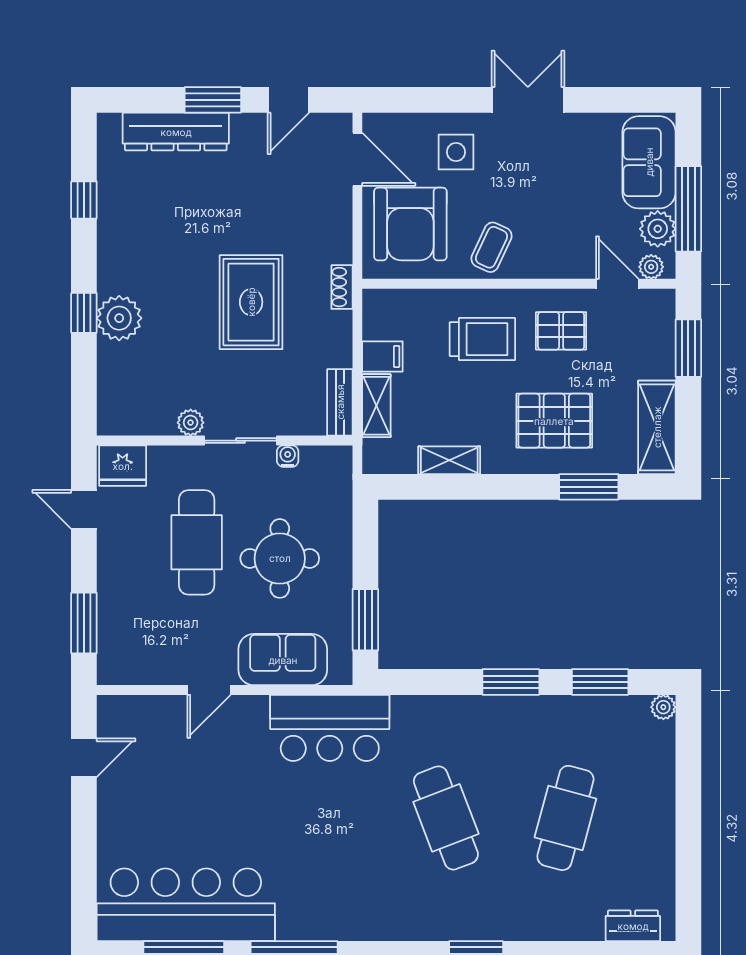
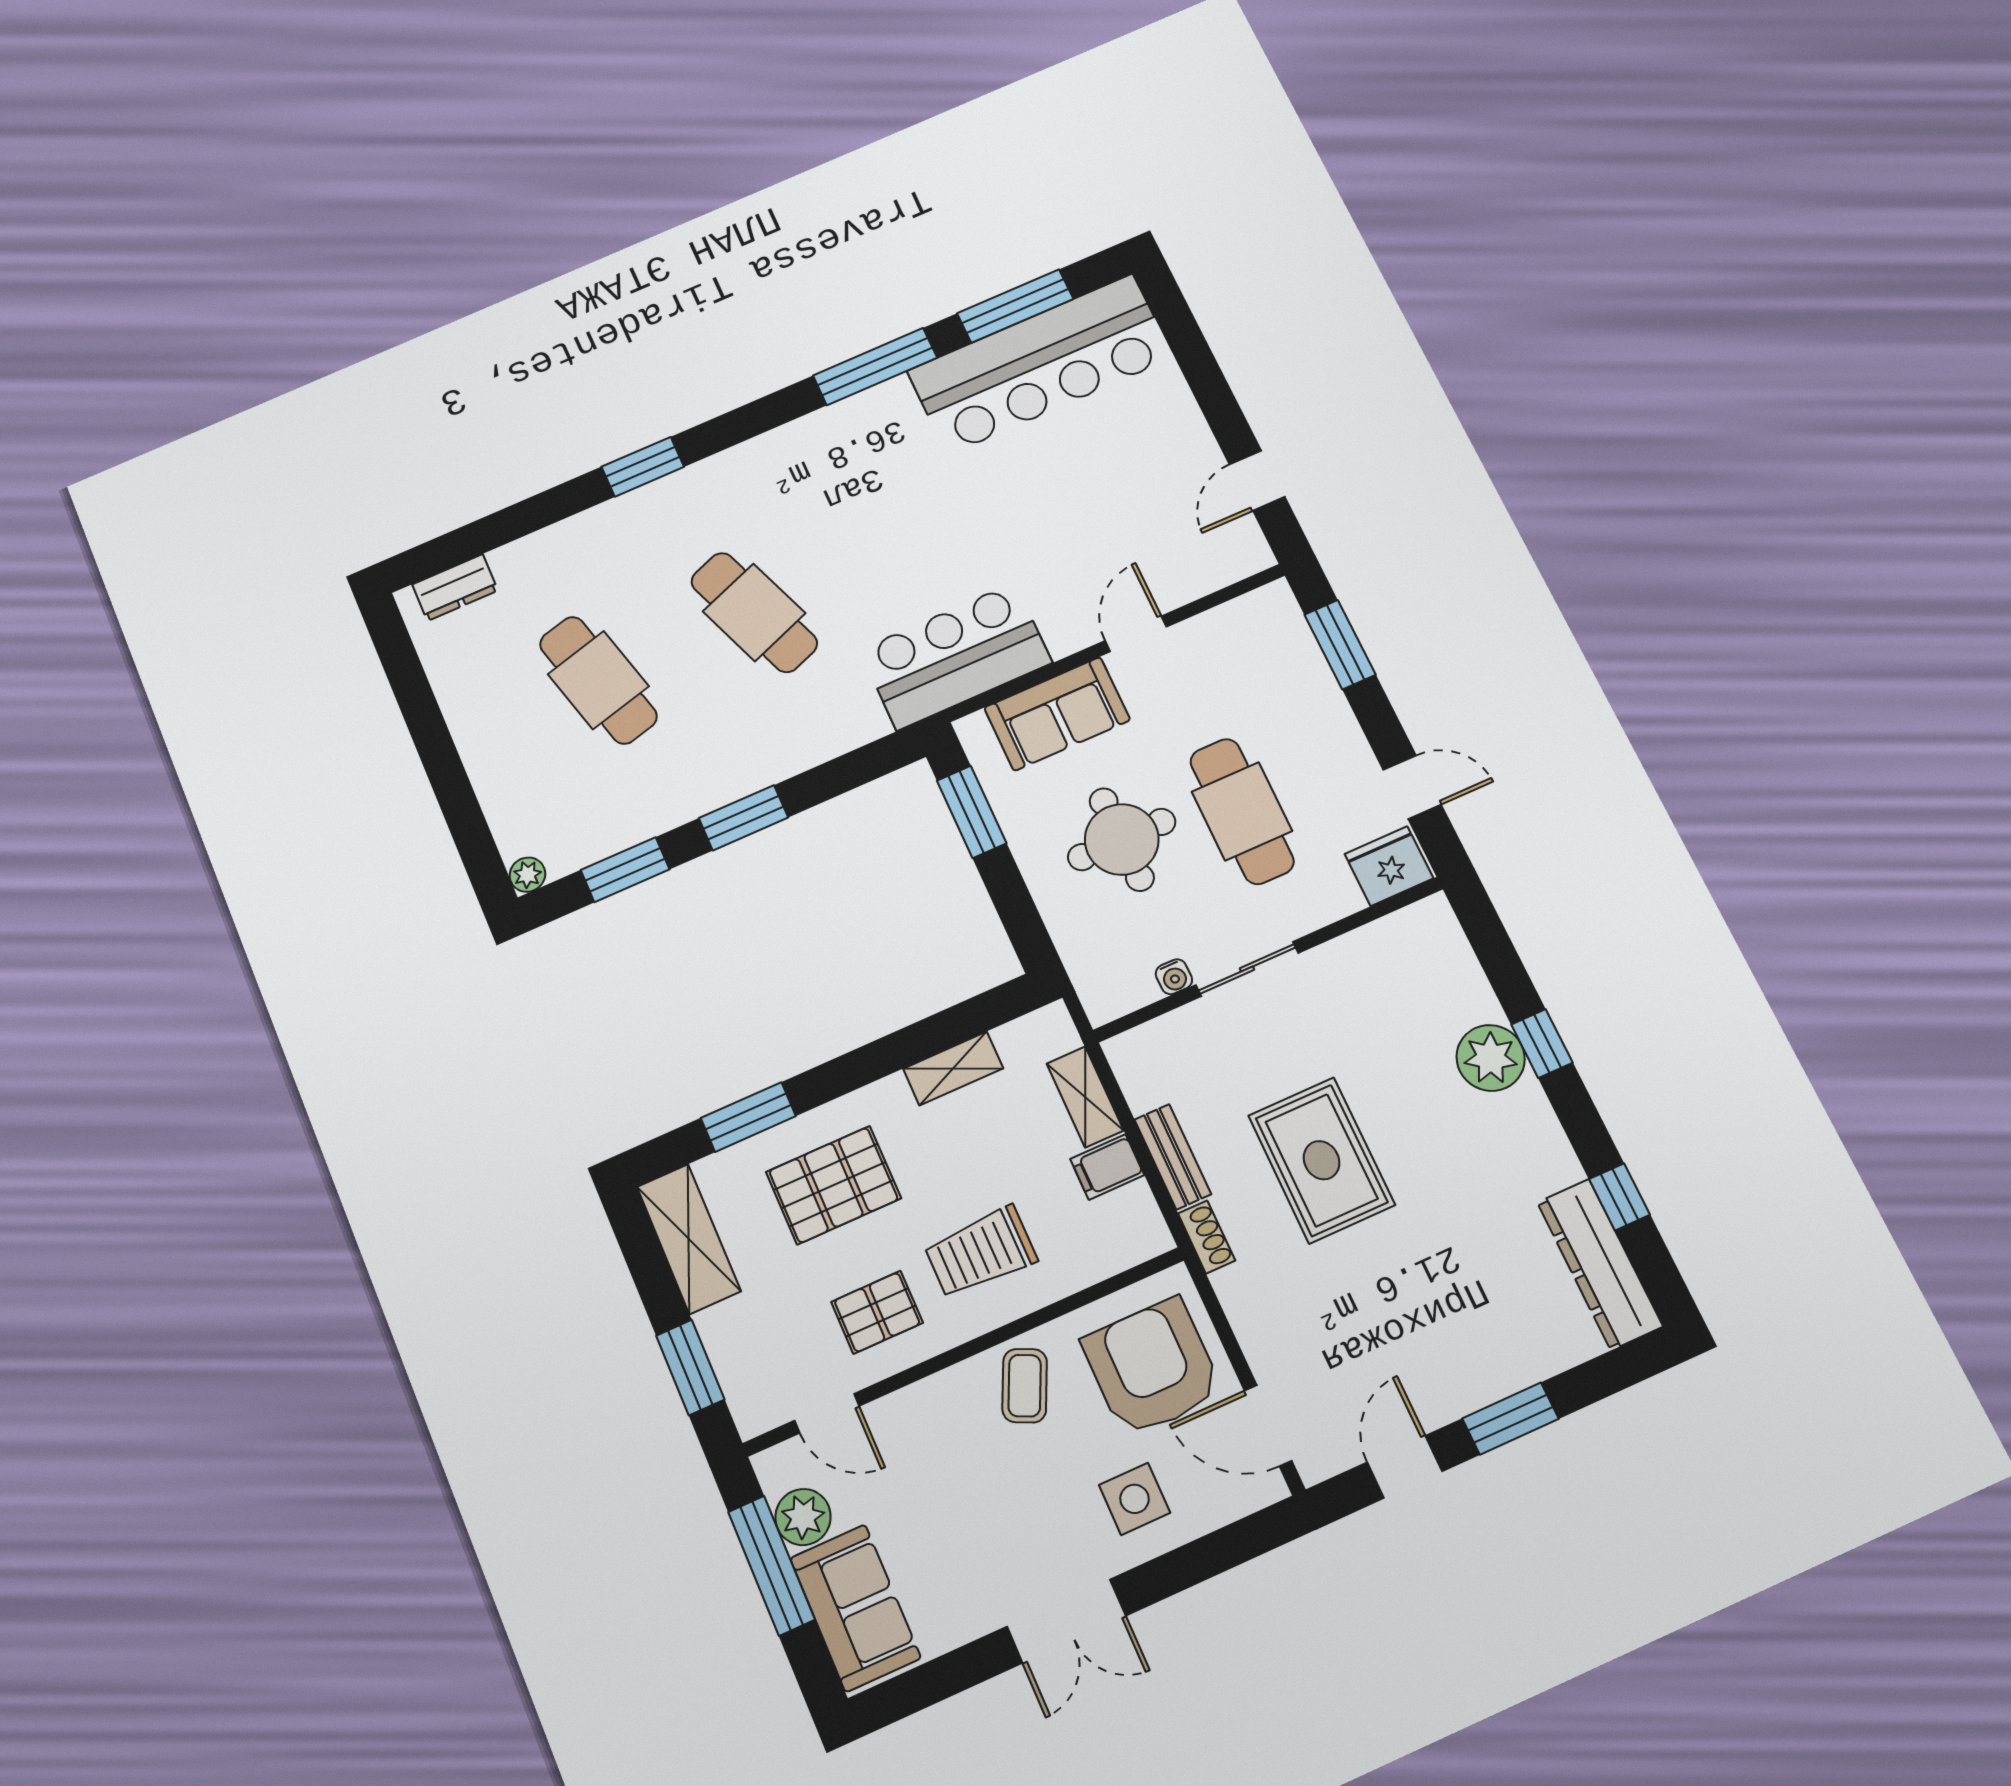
dresser: (176, 132) -> (1600, 1264), moved, turned -90
plant: (651, 267) -> (790, 1459), removed
bench: (340, 402) -> (1173, 1157), moved
plant: (191, 423) -> (1326, 963), removed
cafe table: (565, 818) -> (598, 680), turned -30

